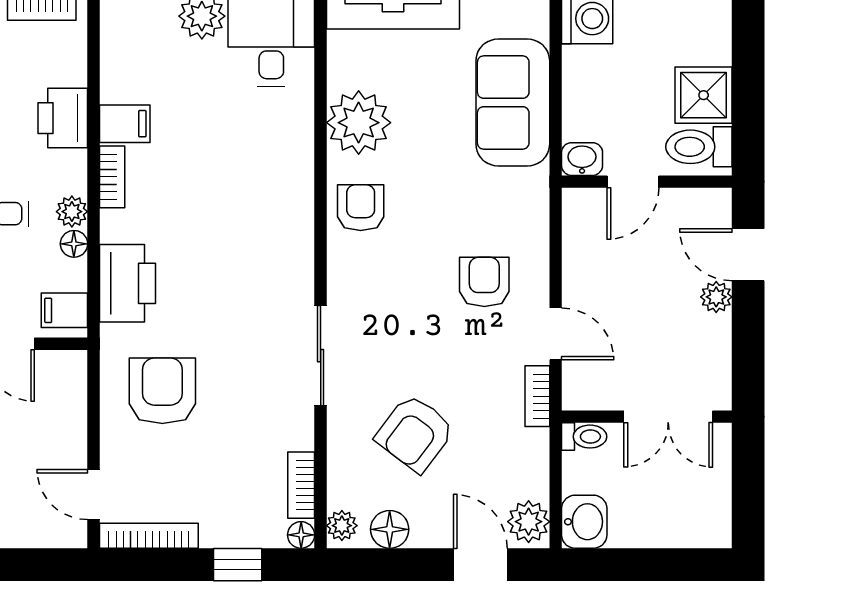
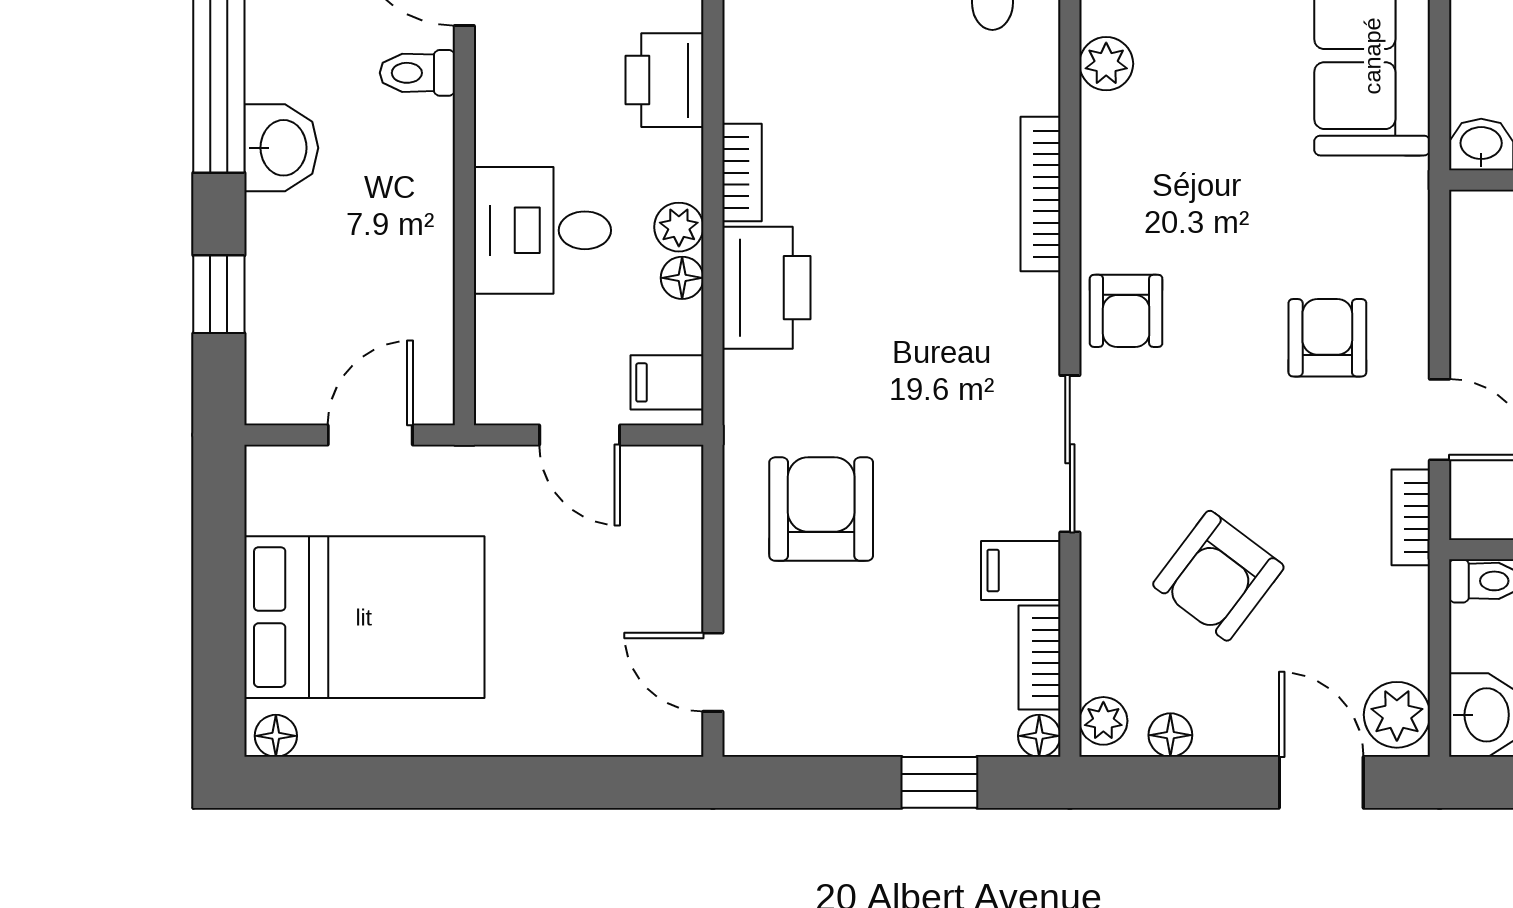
plant: (359, 123) -> (1106, 64), width x0.53, depth x0.53
filing cabinet: (125, 124) -> (1021, 571), moved, turned 180
armchair: (361, 208) -> (1126, 311), moved, turned 180
printer: (128, 283) -> (766, 288), moved
floor lamp: (390, 529) -> (1170, 735), width x0.73, depth x0.73
bookcase: (149, 536) -> (1040, 194), moved, turned -90

